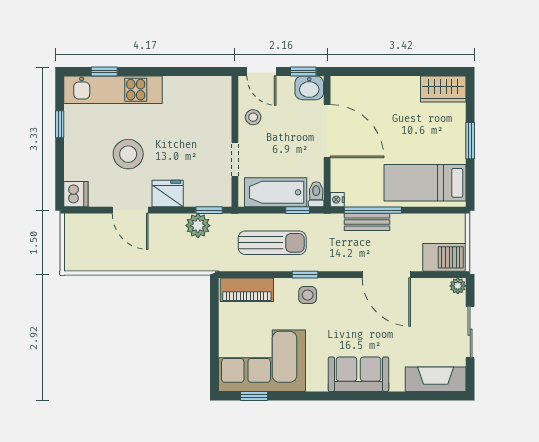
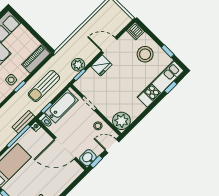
plant: (215, 92) -> (121, 121), added
stool: (128, 154) -> (145, 54), moved
bench: (367, 222) -> (24, 122), moved

